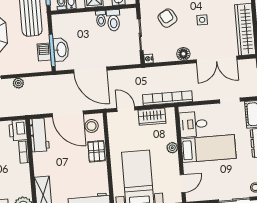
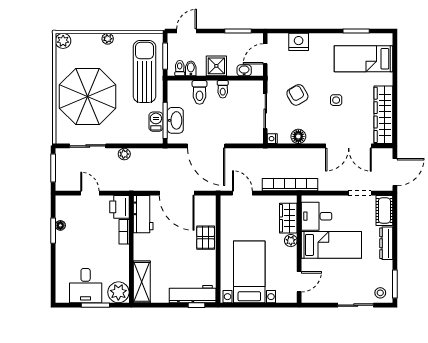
toilet: (113, 20) -> (200, 92), moved
floor lamp: (183, 54) -> (298, 136), moved
wardrobe: (152, 117) -> (288, 218), moved, turned 90
stool: (92, 126) -> (202, 209), removed

